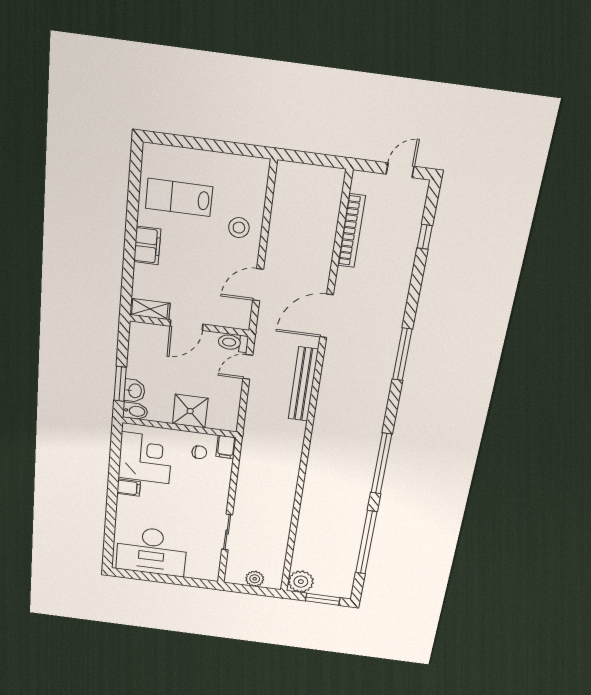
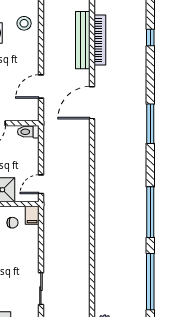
stool: (239, 228) -> (24, 23), moved
door: (248, 367) -> (41, 184), moved
bench: (303, 384) -> (83, 40), moved

